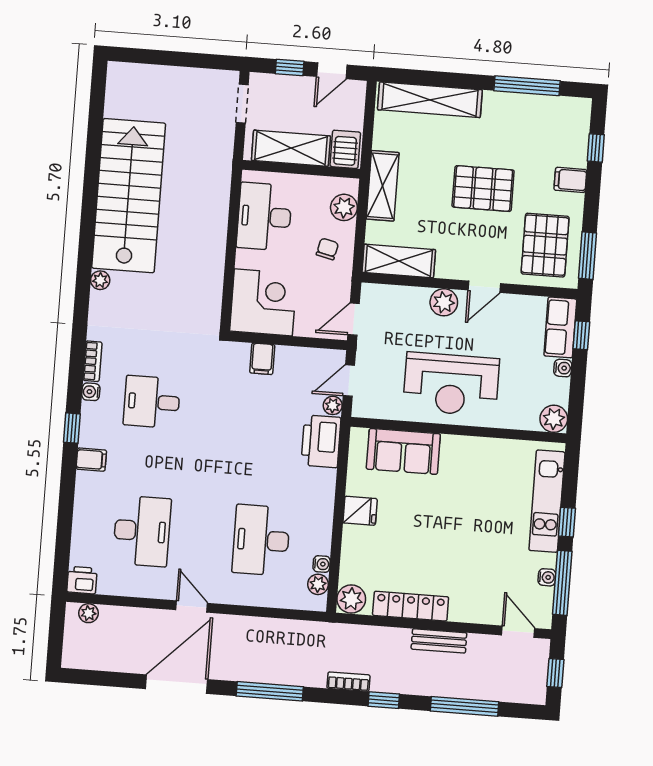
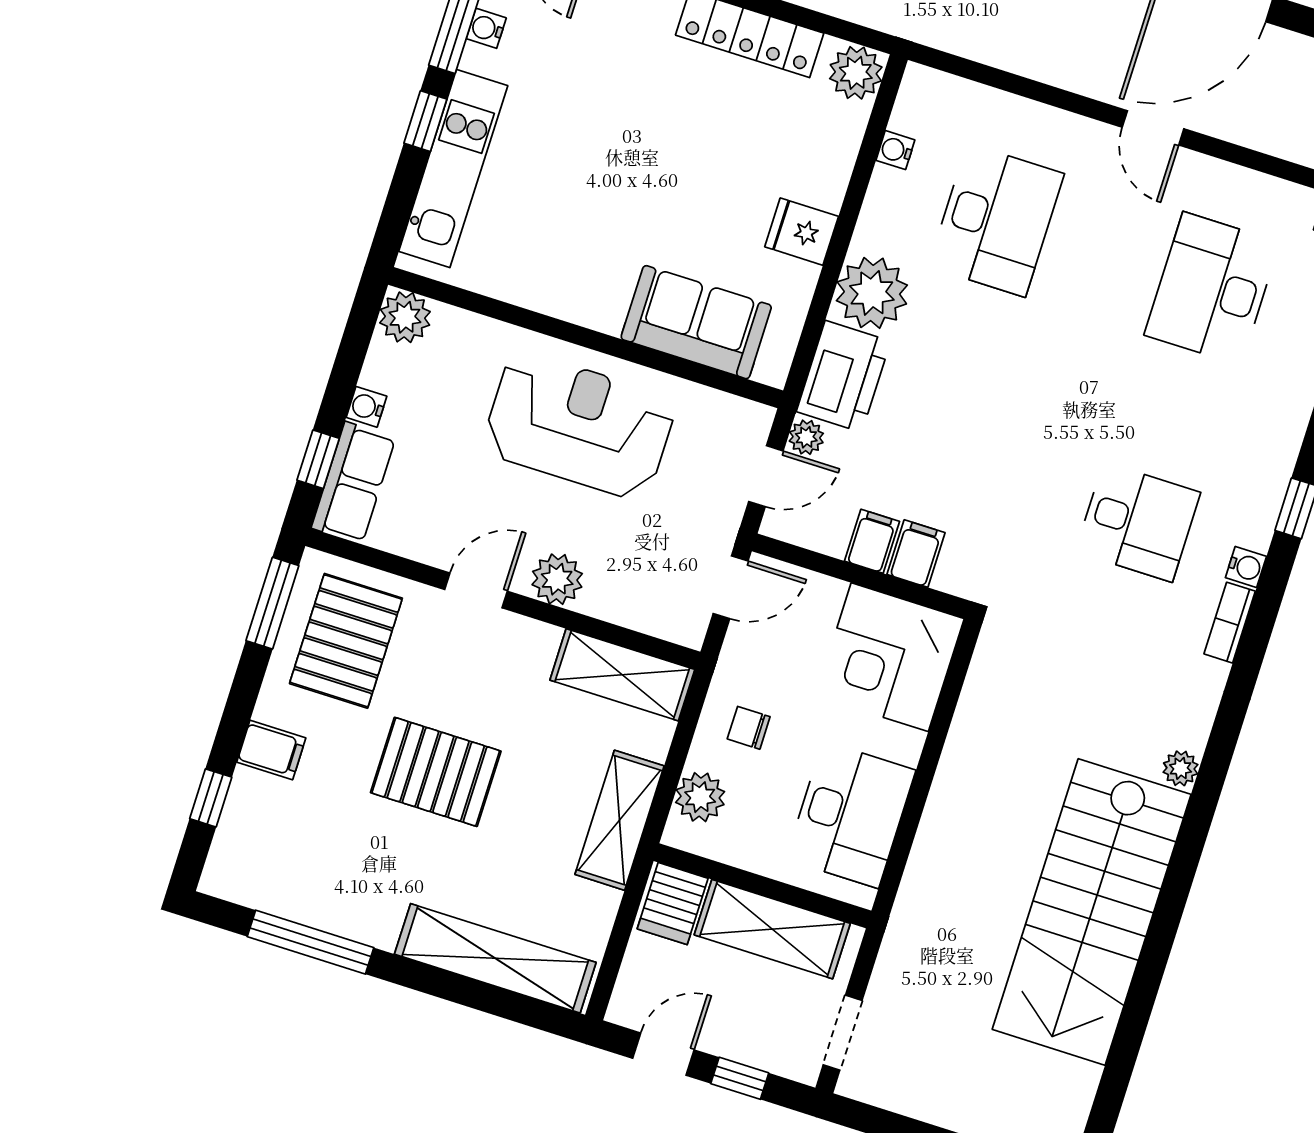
chair: (327, 249) -> (749, 728), turned 77
filing cabinet: (91, 460) -> (872, 541), moved, turned 90
plant: (318, 584) -> (872, 293), moved, width x1.87, depth x1.87

